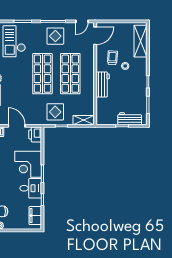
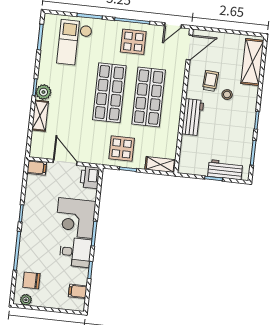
filing cabinet: (35, 216) -> (78, 291), width x0.50

